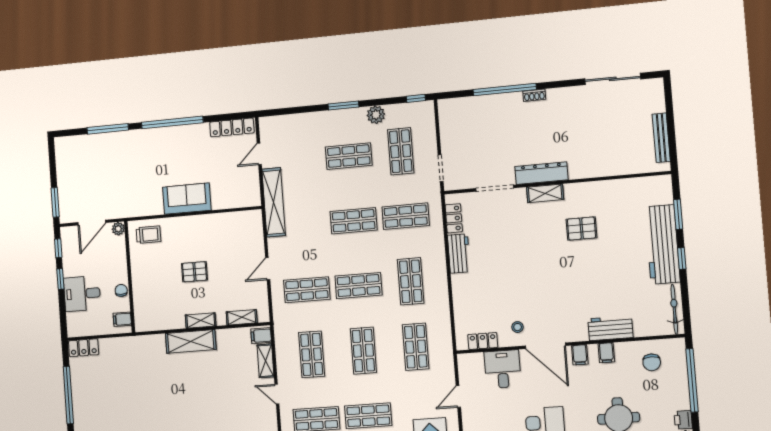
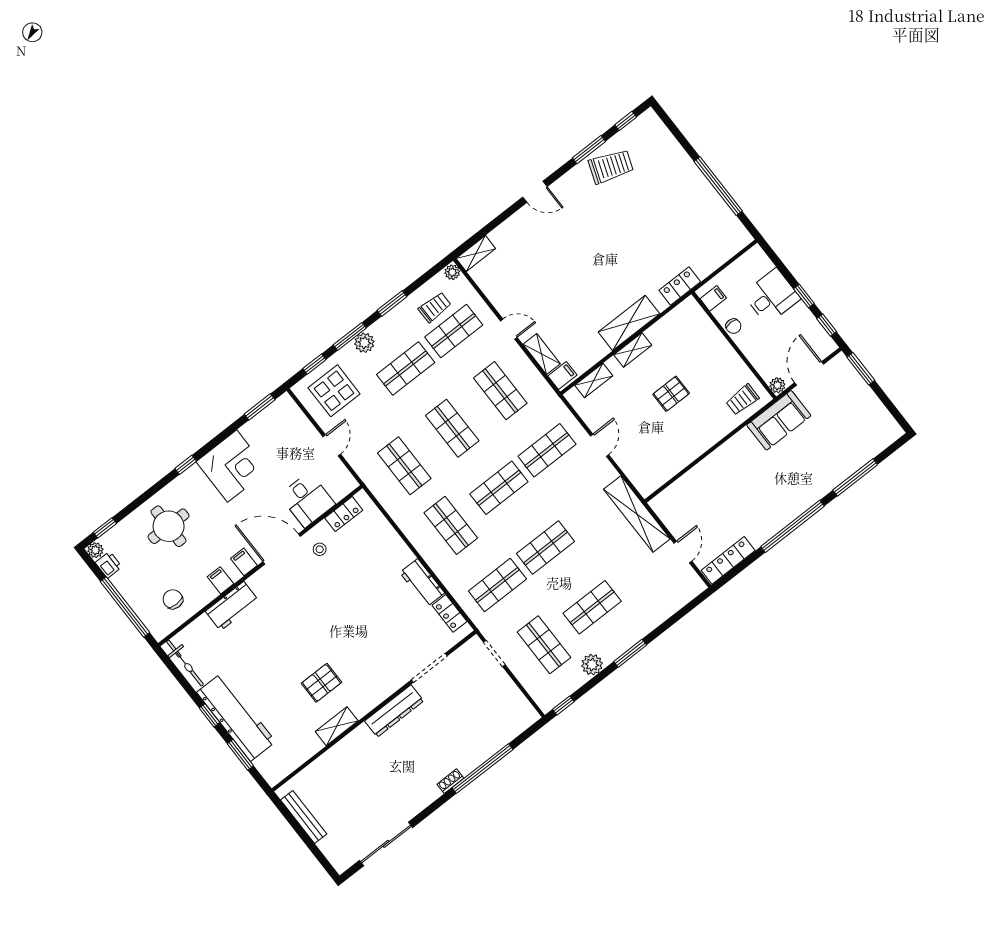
shelving: (545, 193) -> (337, 726), moved
sofa: (187, 199) -> (779, 420), moved
locker: (84, 348) -> (680, 286), moved

